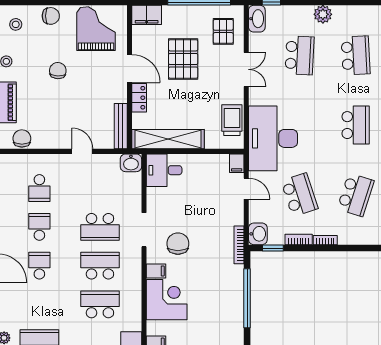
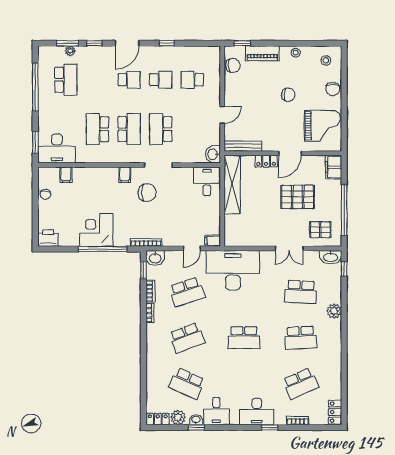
trolley: (232, 120) -> (248, 237), removed
school desk: (356, 195) -> (187, 338), turned -39
corner desk: (167, 300) -> (96, 230), moved, turned 180
school desk: (100, 304) -> (97, 129), turned 180

